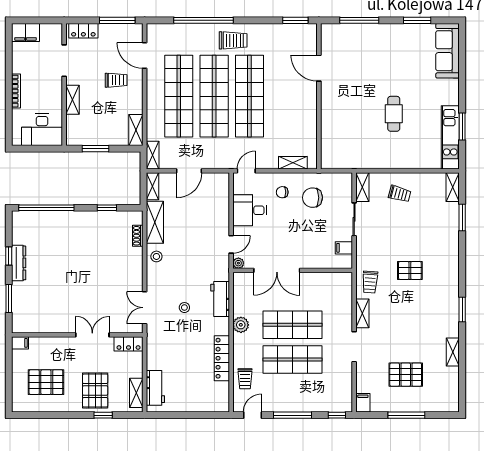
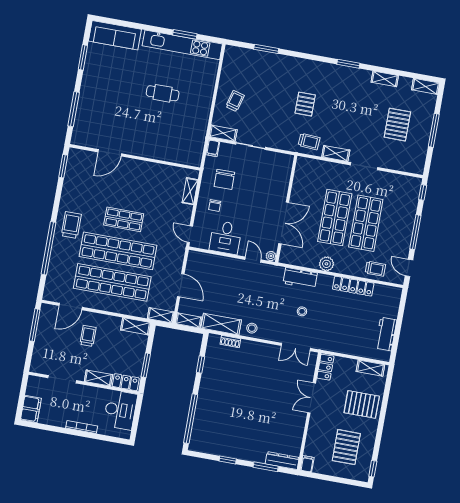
locker: (83, 31) -> (126, 382), moved, turned -90
shop shelf: (249, 96) -> (124, 219), width x0.50, depth x0.74
kitchen unit: (450, 137) -> (182, 45), width x1.36
shelving: (453, 187) -> (426, 86), moved
filing cabinet: (344, 248) -> (213, 148), moved
dresser: (19, 263) -> (282, 461), moved
workbench: (155, 388) -> (386, 334), moved, turned -90
filing cabinet: (363, 403) -> (416, 167), removed
window: (103, 415) -> (373, 469), moved

